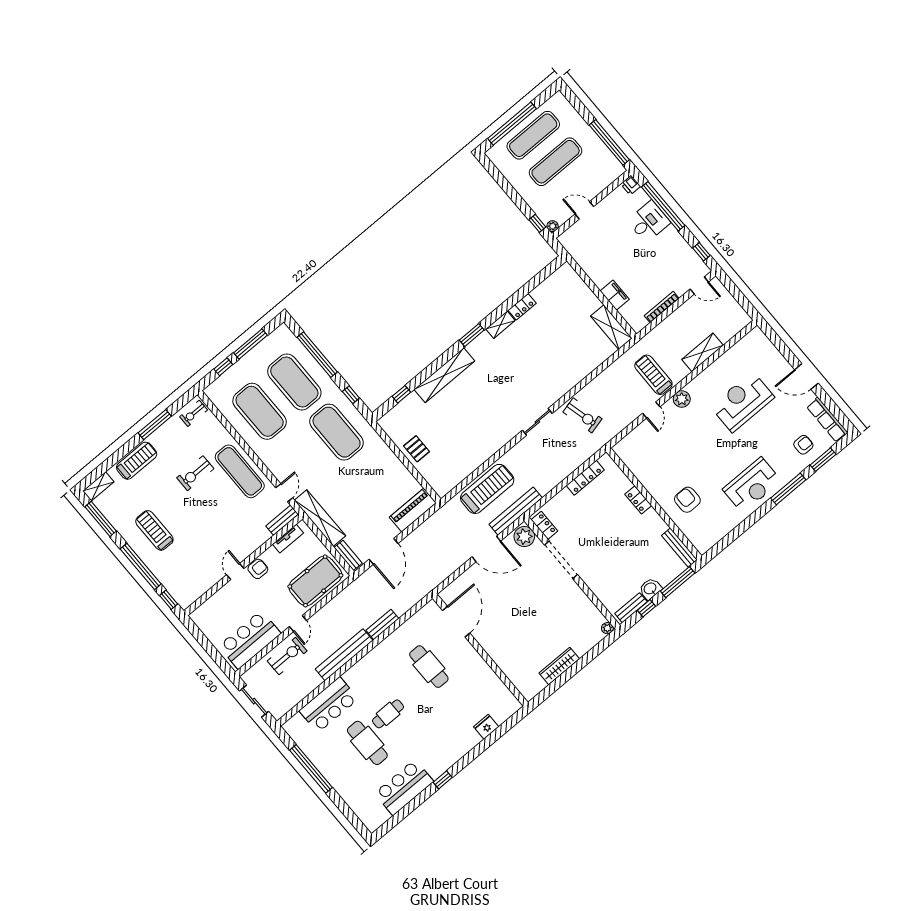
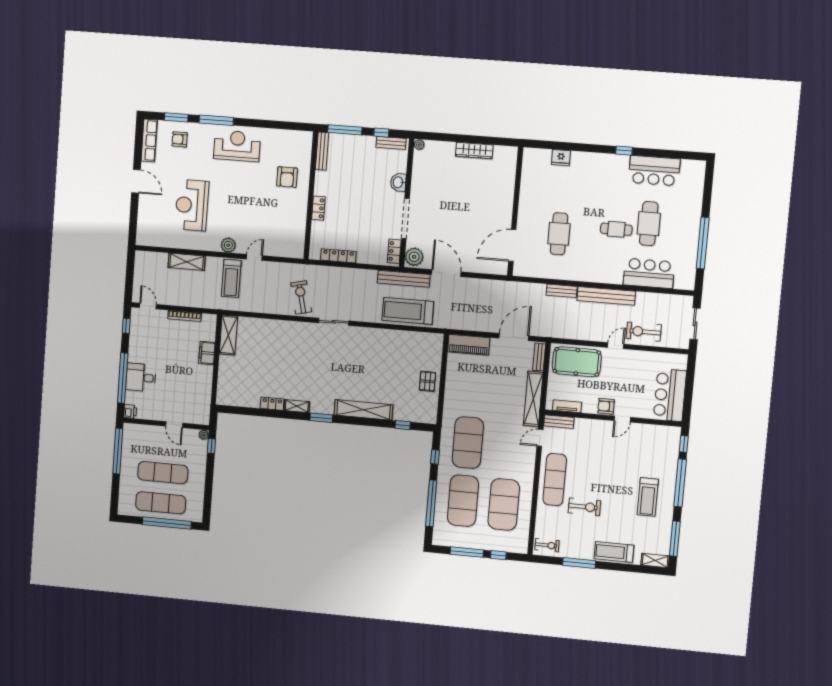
reception desk: (742, 402) -> (192, 205), turned 90
washbasin: (650, 589) -> (398, 182), moved, turned 90
bar counter: (250, 640) -> (670, 395), moved, turned 90

